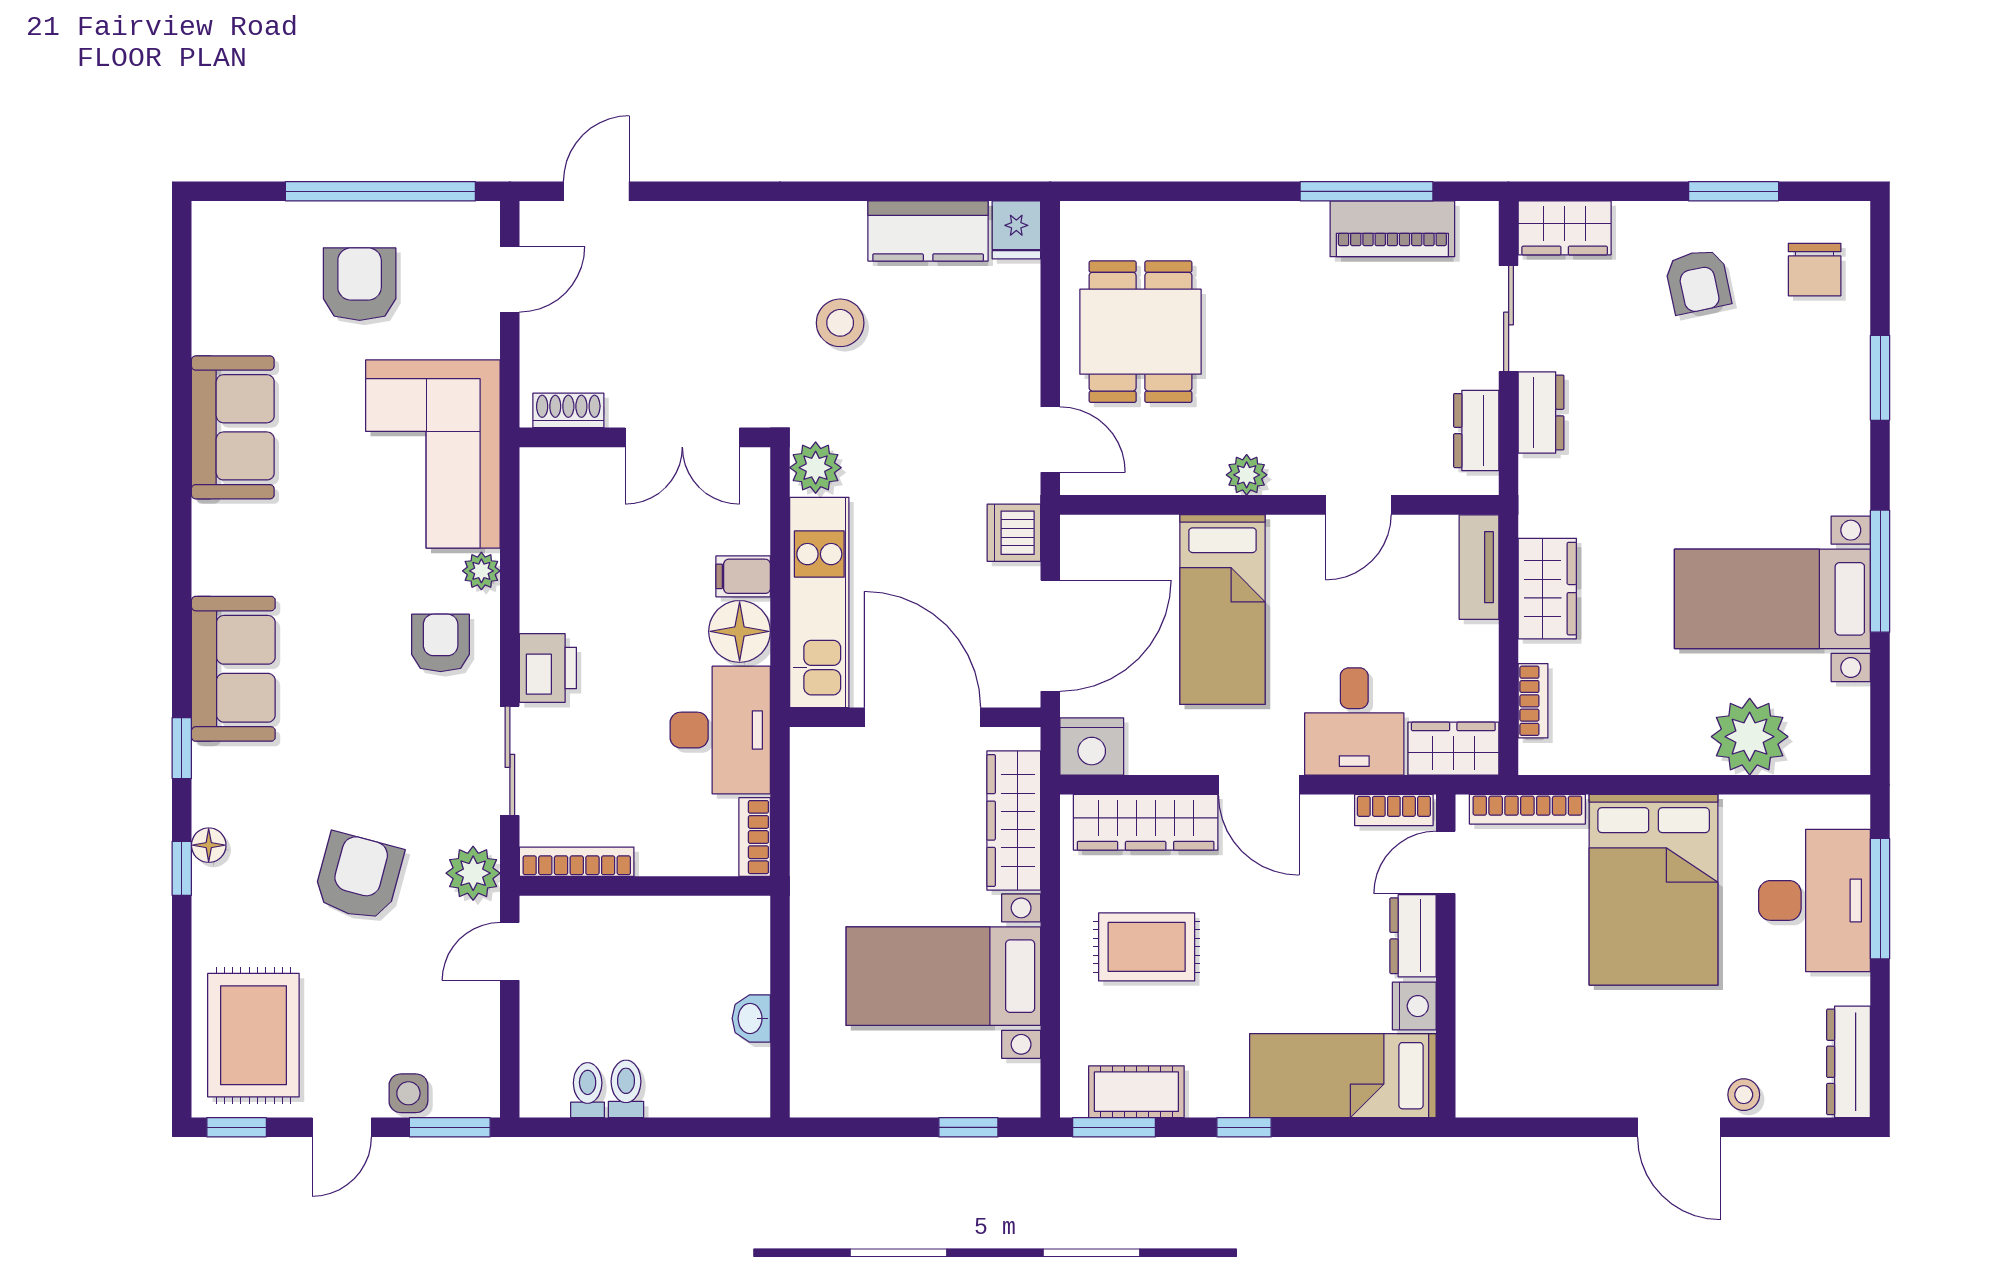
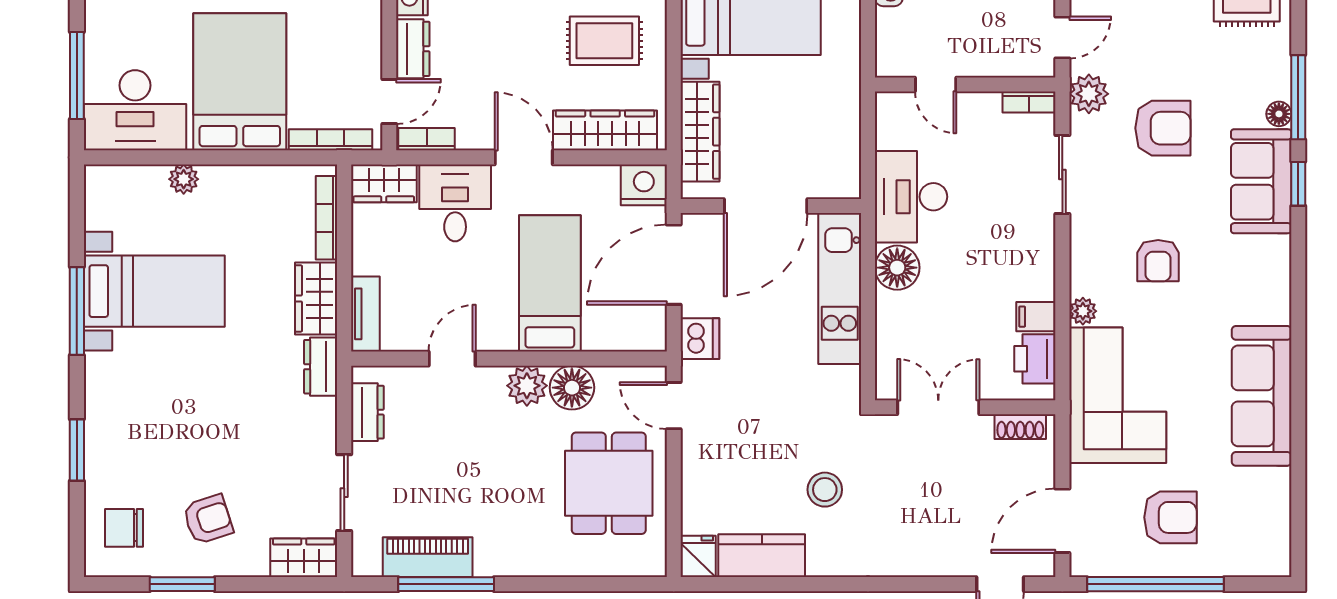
chair: (1815, 270) -> (124, 528), turned -90
door: (510, 279) -> (1062, 521), width x1.38
armchair: (1698, 281) -> (208, 519), turned 84
armchair: (360, 284) -> (1170, 517), turned -90
dresser: (1541, 413) -> (321, 367), moved
sofa: (233, 427) -> (1262, 396), width x1.36
floor lamp: (1192, 465) -> (572, 388), added
plant: (816, 468) -> (843, 385), removed
plant: (1247, 475) -> (527, 386), width x1.38, depth x1.38
filing cabinet: (743, 576) -> (1036, 317), moved, turned 180
armchair: (441, 643) -> (1158, 261), moved
printer: (548, 668) -> (1035, 359), moved
sofa: (233, 669) -> (1261, 181), moved
bookcase: (1533, 701) -> (326, 218), width x1.56
door: (922, 717) -> (766, 206), hinge flipped
plant: (1750, 737) -> (184, 179), width x0.53, depth x0.53
bookcase: (755, 837) -> (886, 120), removed
bookcase: (577, 862) -> (1029, 102), width x0.64
window: (182, 868) -> (1298, 97), width x2.17
armchair: (358, 877) -> (1163, 128), moved, turned -105
door: (686, 886) -> (936, 85), added
desk: (1814, 900) -> (135, 110), moved, turned -90

